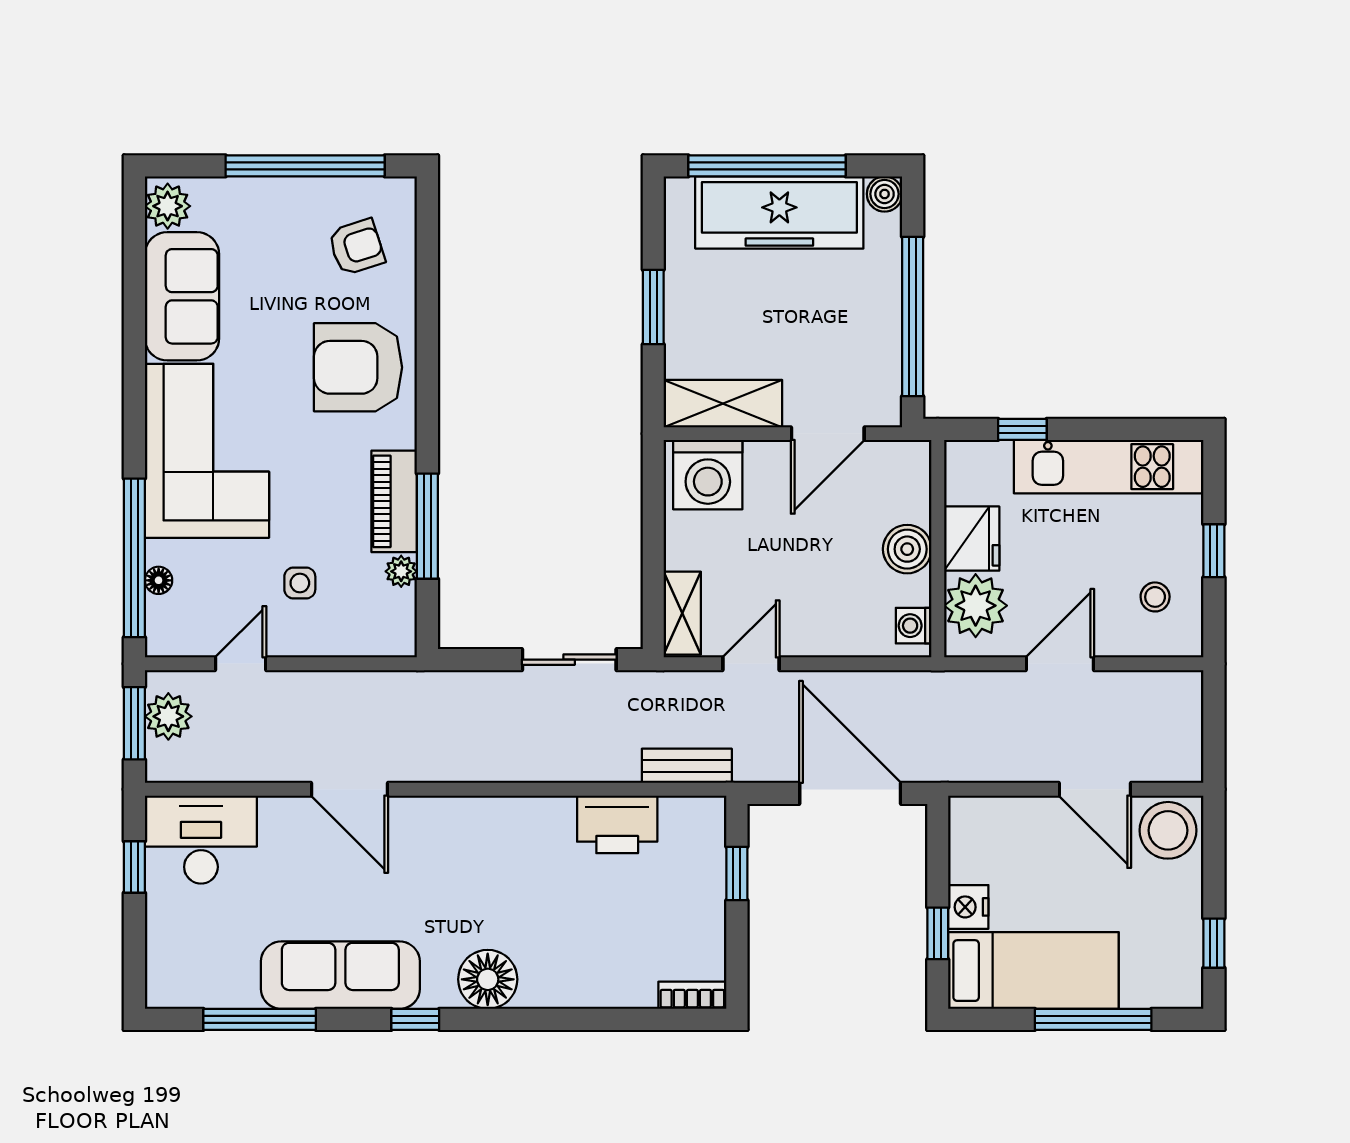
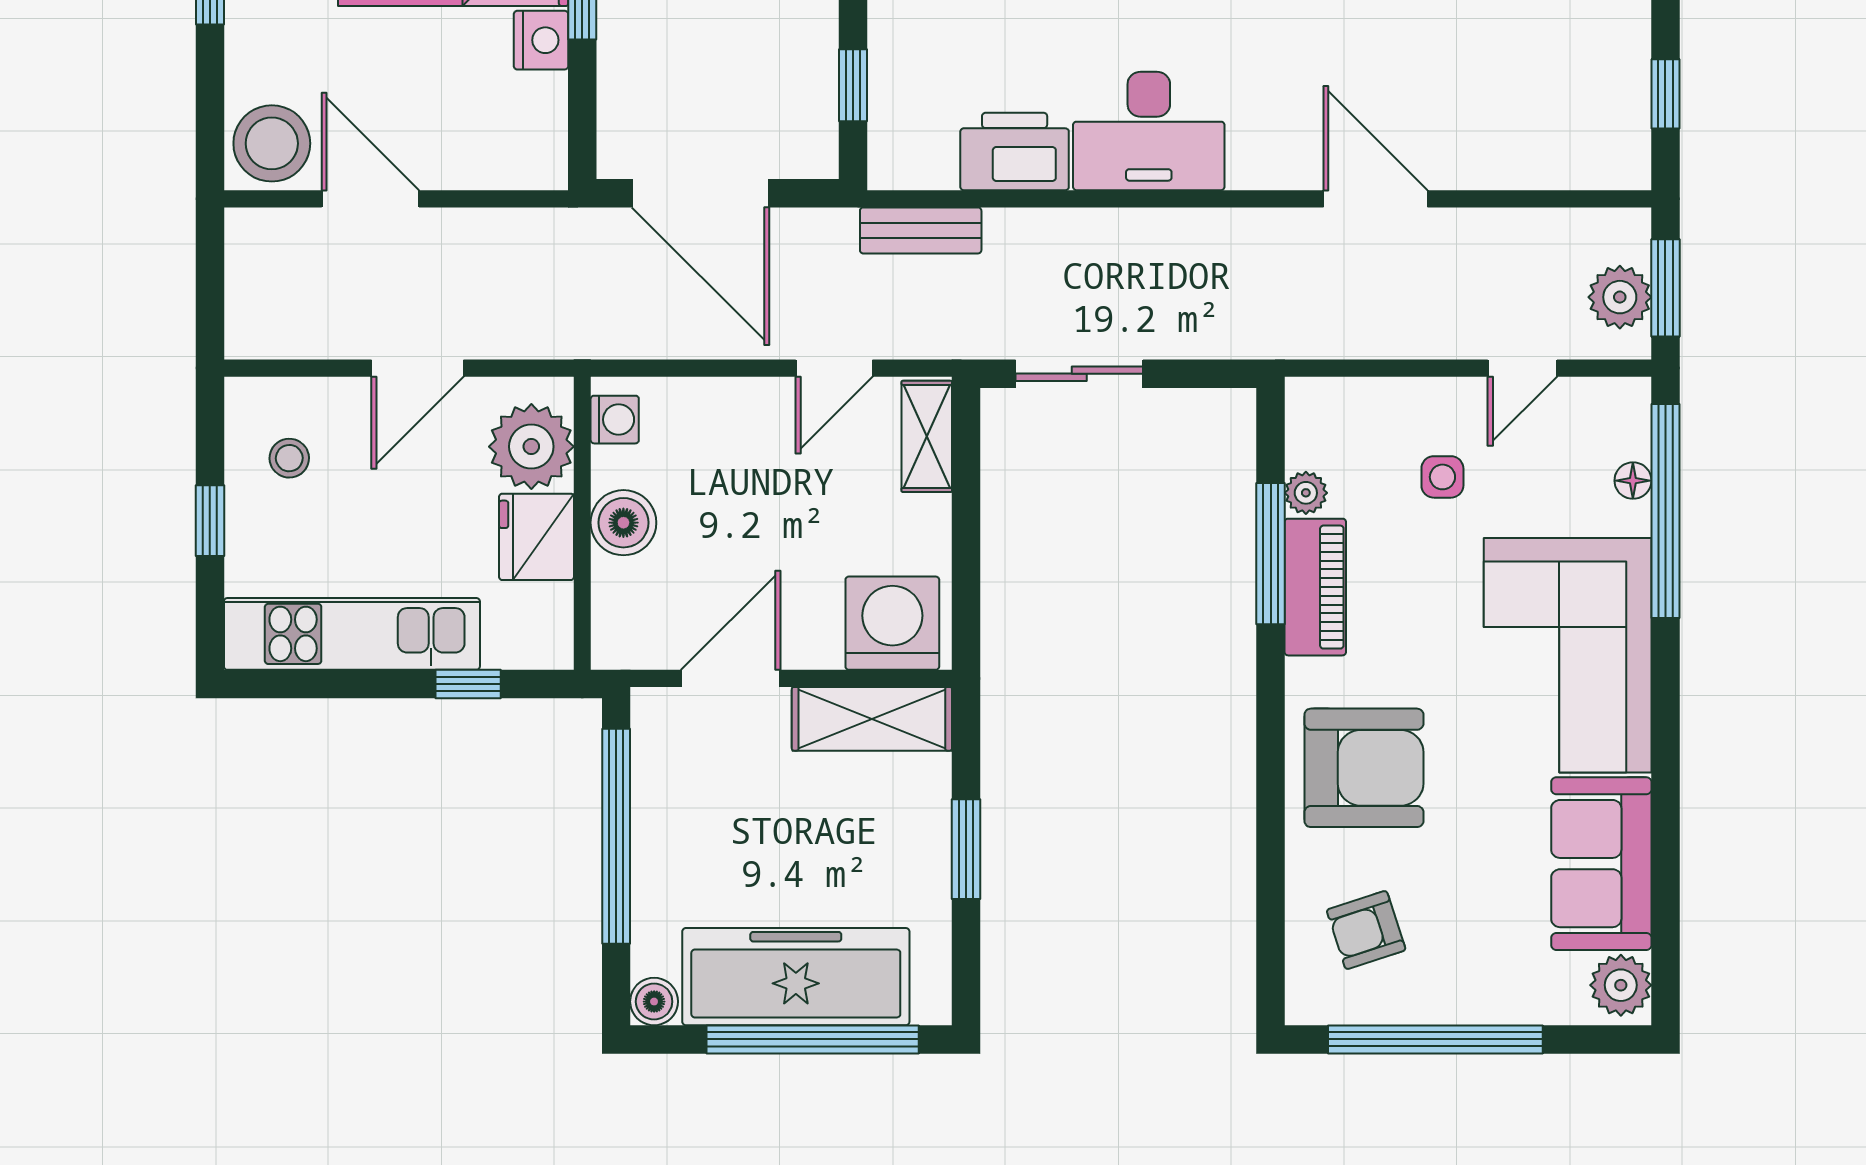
desk: (201, 840) -> (1149, 131), moved

